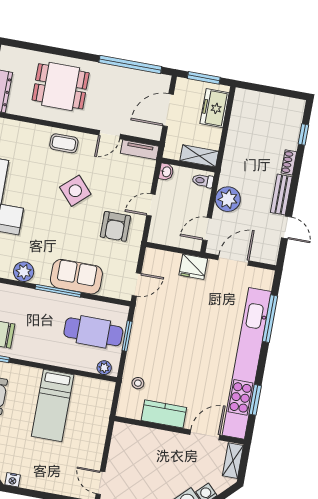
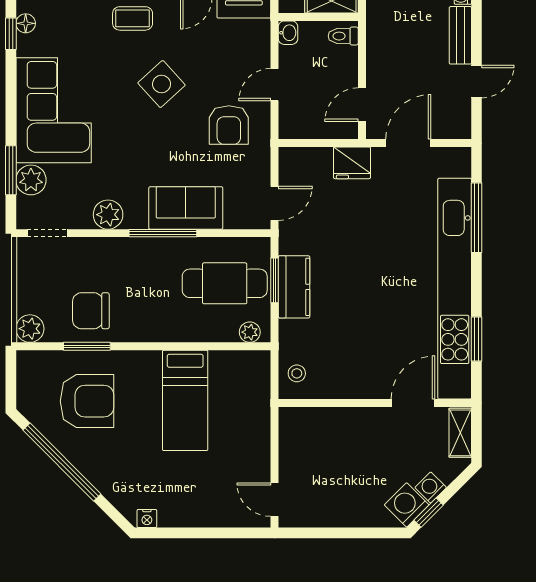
plant: (228, 199) -> (384, 56), removed
door: (287, 227) -> (477, 82), hinge flipped
stool: (138, 383) -> (297, 373), moved
kitchen counter: (164, 414) -> (294, 287), moved, turned 90

